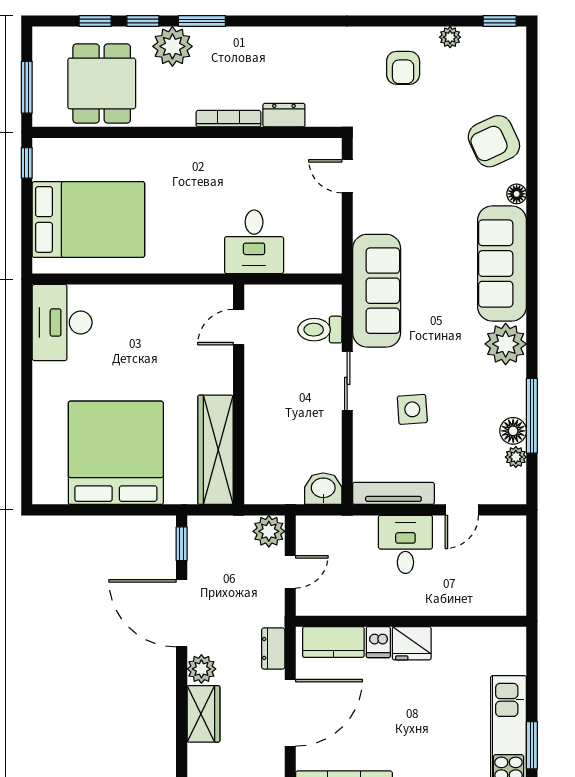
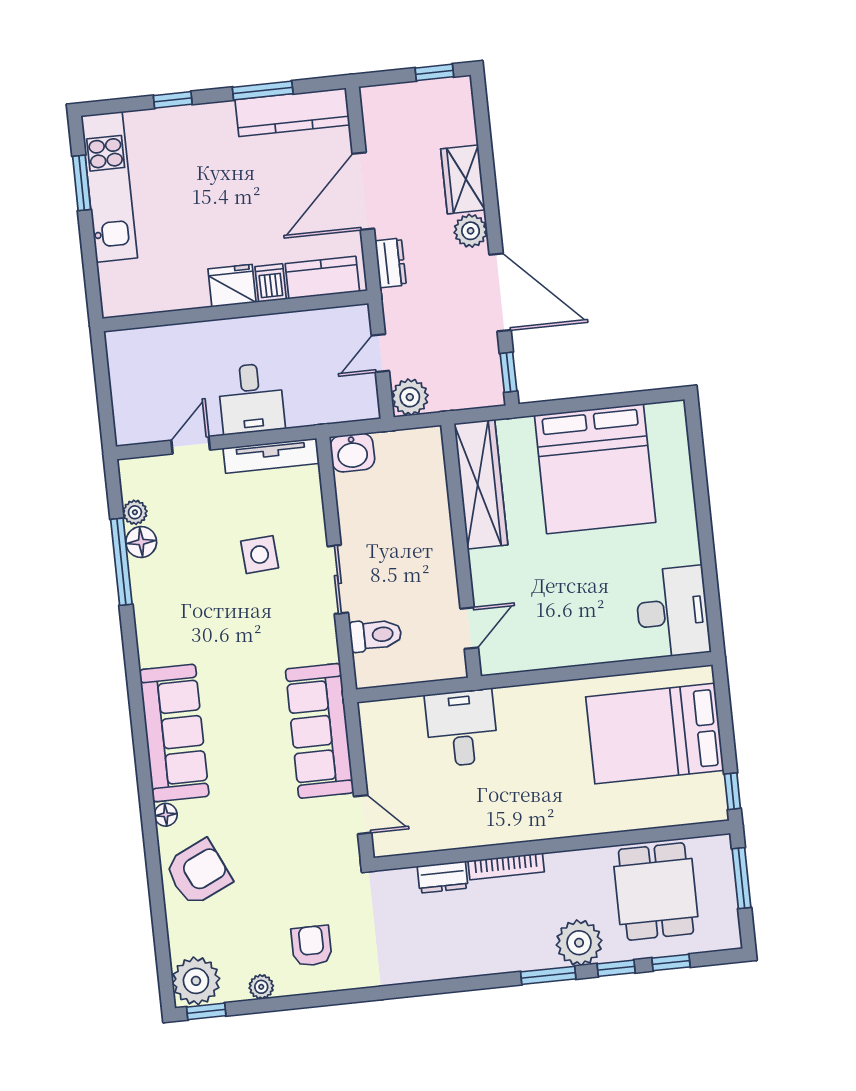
sofa: (377, 291) -> (320, 731), moved
plant: (506, 344) -> (196, 981), moved

